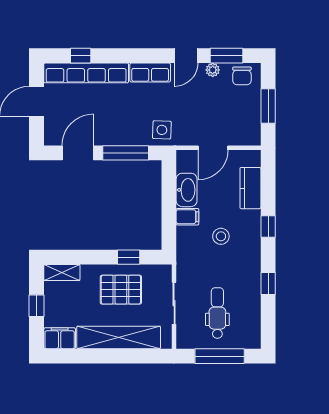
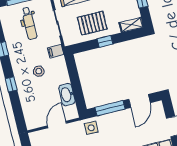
kitchen counter: (250, 188) -> (28, 105), removed
filing cabinet: (187, 217) -> (56, 51), moved
window: (129, 257) -> (105, 41), moved

